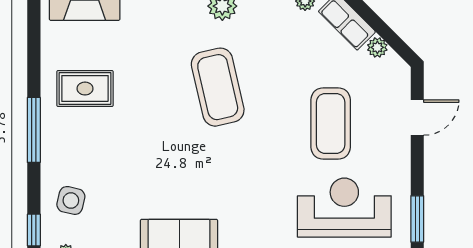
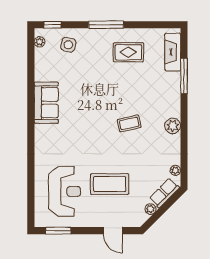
coffee table: (218, 87) -> (129, 123), width x0.54, depth x0.58
rug: (85, 89) -> (128, 52), turned 90

